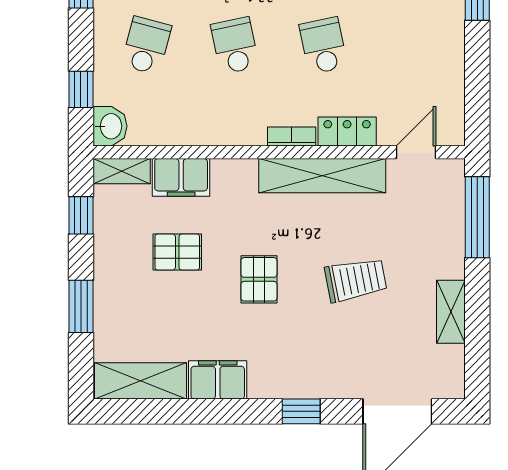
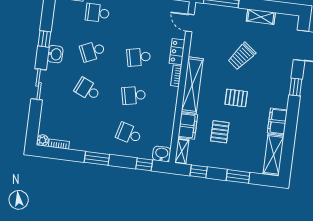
shelving: (322, 176) -> (192, 85), moved
trolley: (356, 280) -> (242, 56), turned -131

